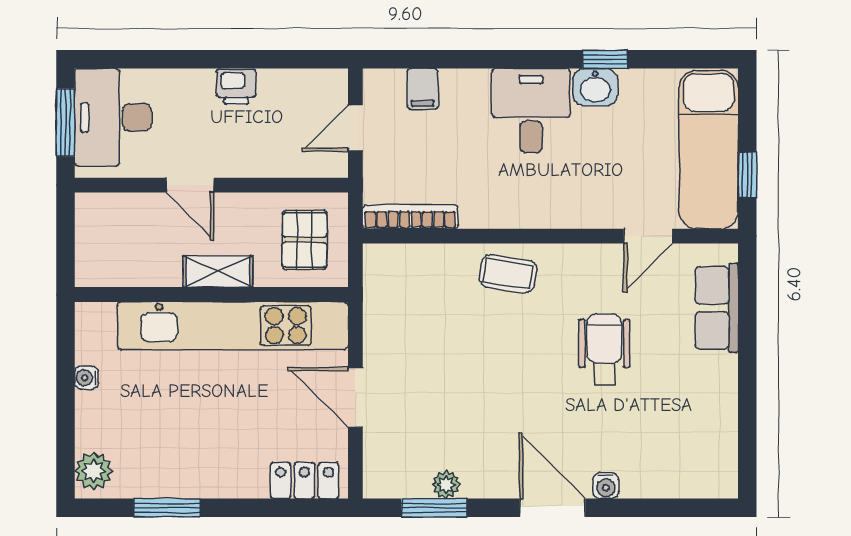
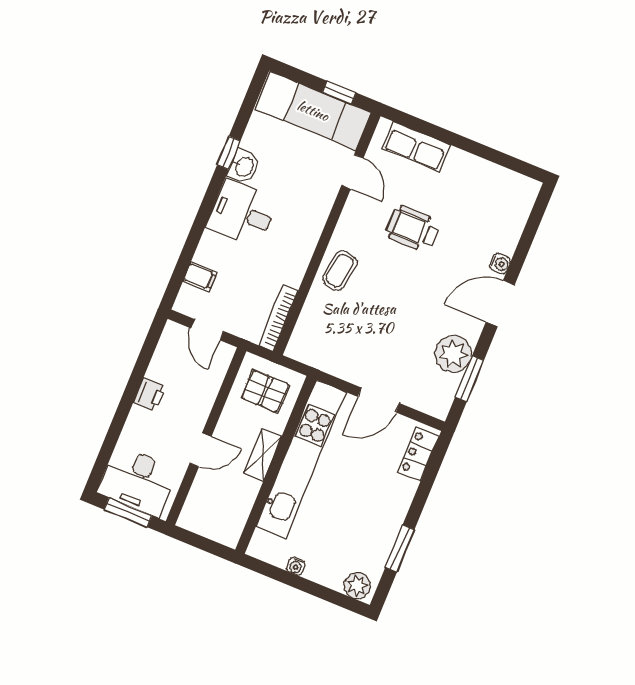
plant: (446, 485) -> (453, 354), width x1.87, depth x1.87

